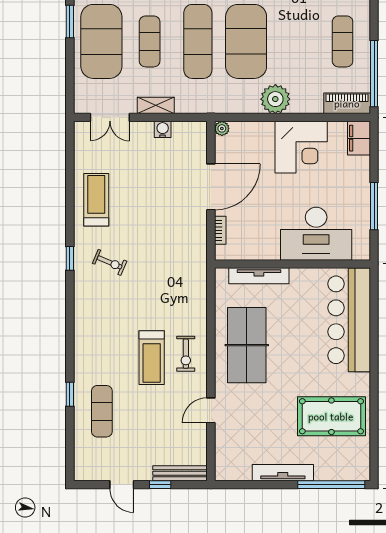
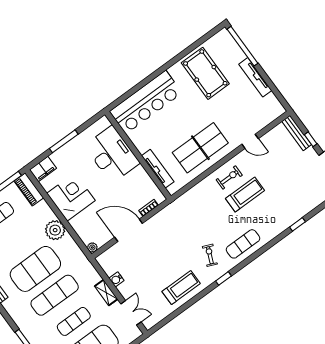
treadmill: (96, 200) -> (181, 287), turned 180
window: (374, 206) -> (64, 141), moved
exercise mat: (102, 411) -> (243, 244), moved

